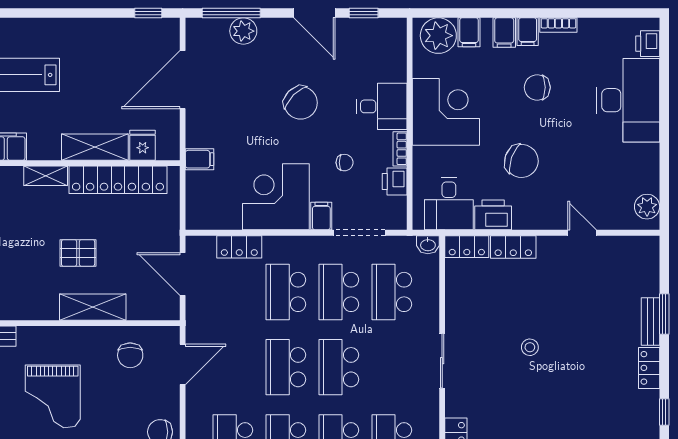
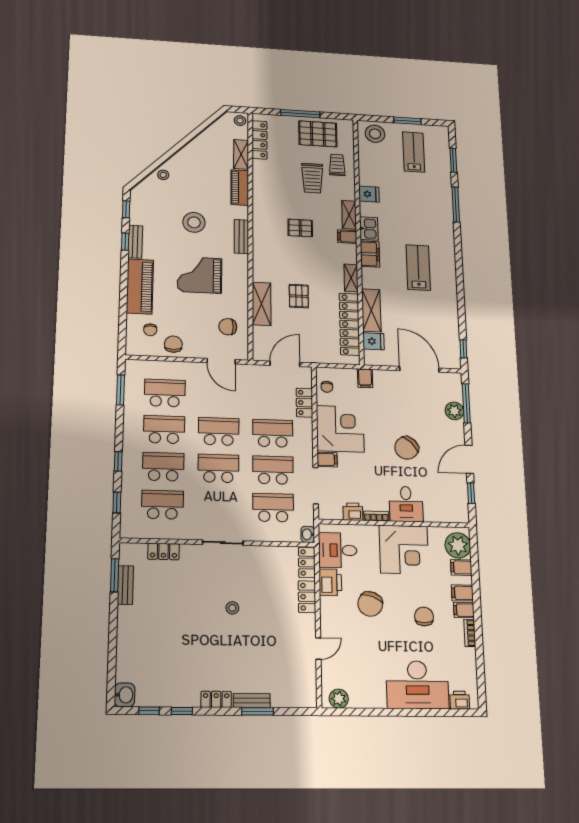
chair: (345, 163) -> (327, 387), moved

